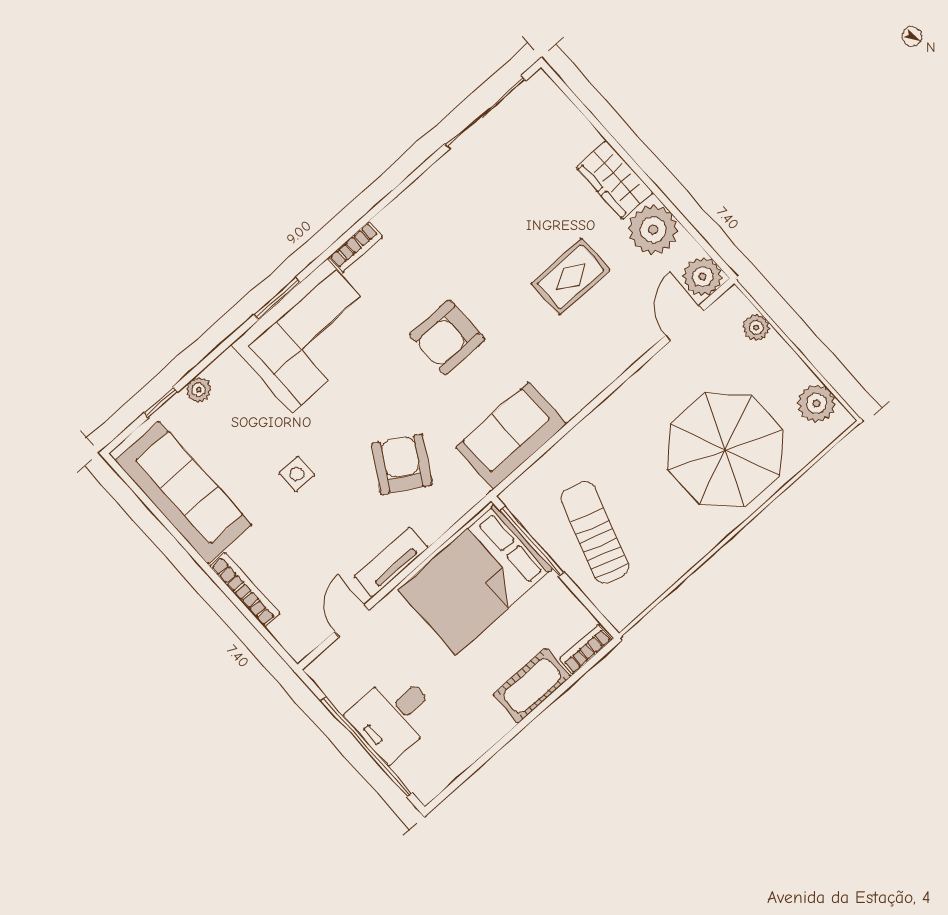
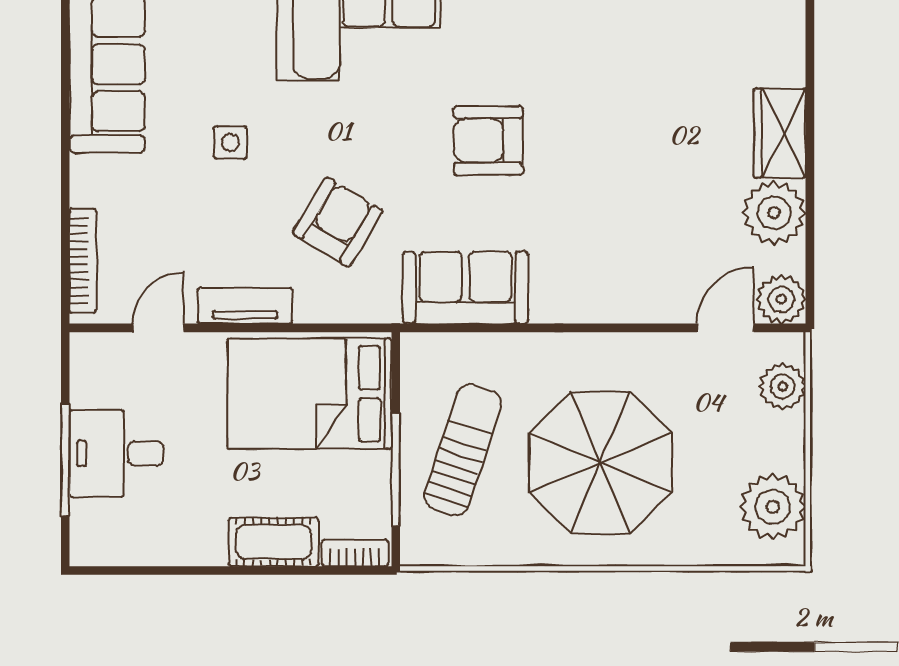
rug: (571, 277) -> (656, 188), removed
plant: (756, 327) -> (783, 386), width x1.38, depth x1.38
plant: (816, 404) -> (773, 507), width x1.36, depth x1.36
parasol: (725, 450) -> (600, 463), moved
window: (532, 541) -> (396, 470), moved
bookcase: (245, 590) -> (83, 261), moved
window: (366, 747) -> (65, 460), width x0.68

